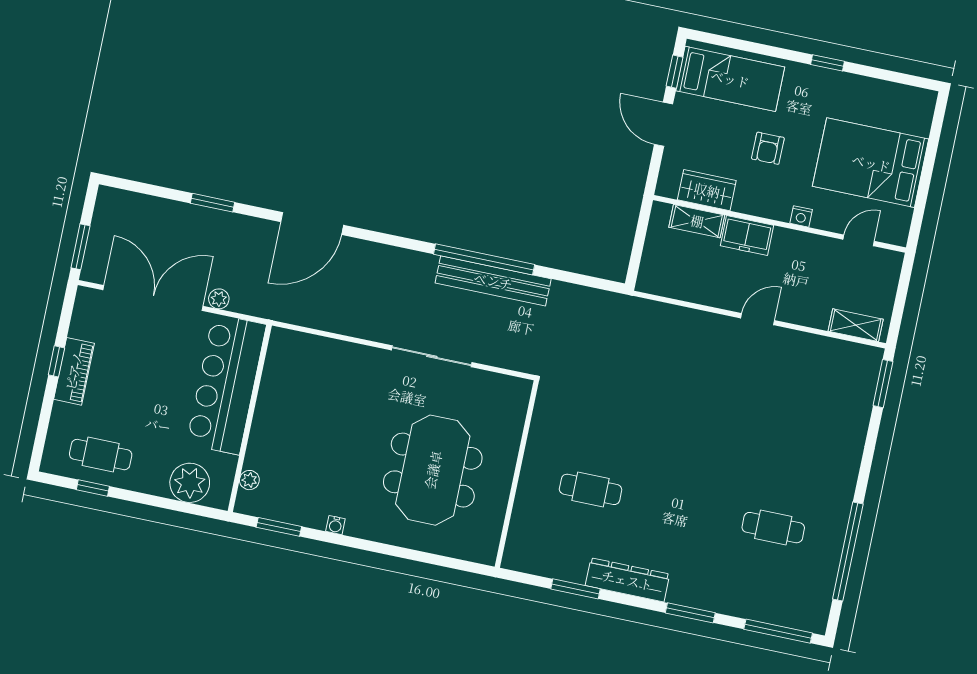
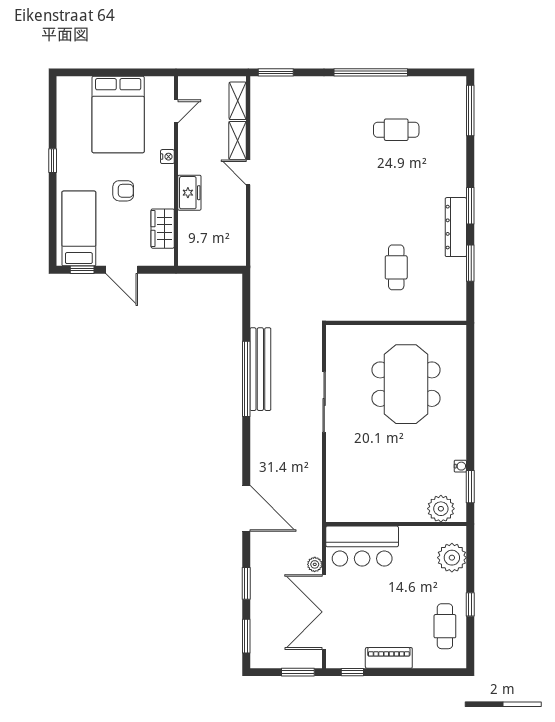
door: (664, 124) -> (122, 270), hinge flipped
window: (143, 188) -> (246, 636), added
shelving: (697, 221) -> (238, 140), moved
door: (859, 240) -> (176, 111), swing flipped
window: (56, 361) -> (352, 672), moved
bar counter: (226, 384) -> (362, 546), width x0.73
meeting table: (433, 470) -> (406, 384), turned 90
plant: (249, 480) -> (441, 509), width x1.88, depth x1.88
window: (93, 488) -> (470, 604), moved
water cooler: (335, 525) -> (460, 466), moved
cafe table: (773, 528) -> (396, 130), turned 90
window: (848, 551) -> (371, 72), moved
window: (690, 613) -> (470, 206), moved

